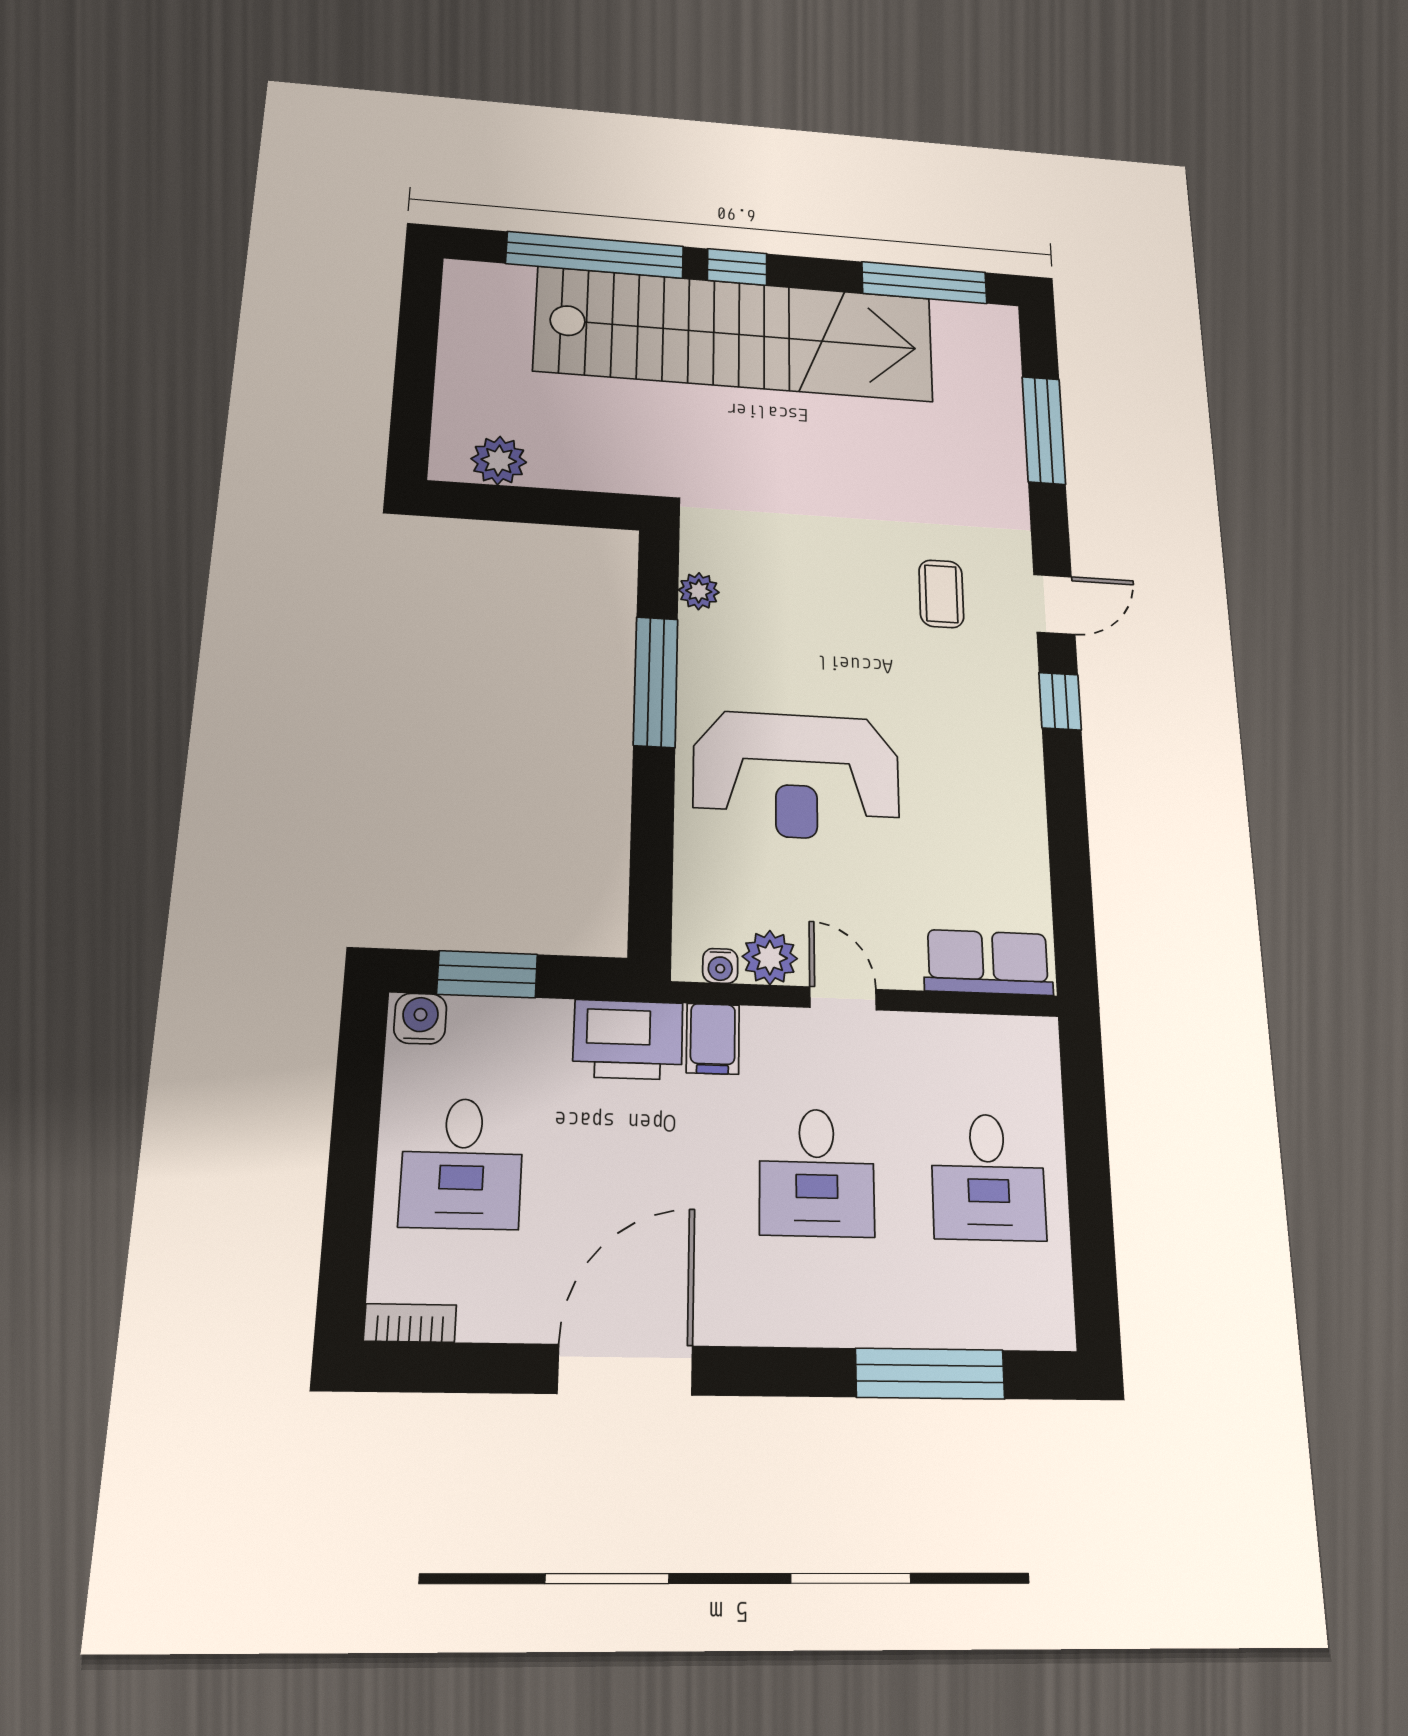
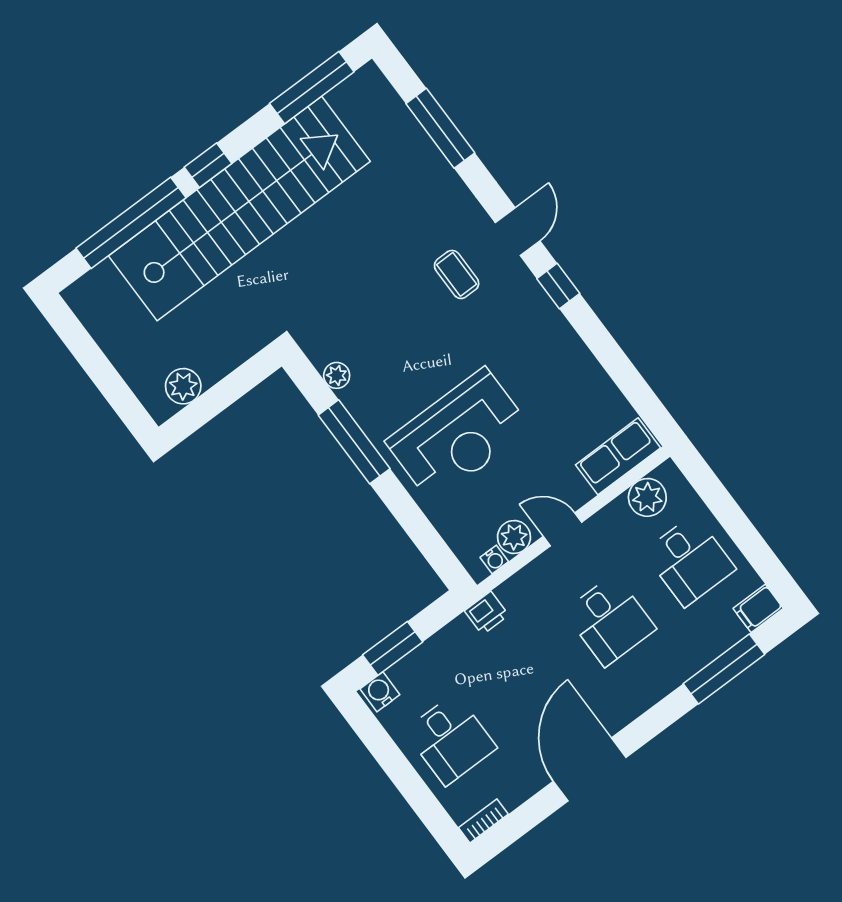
filing cabinet: (713, 1039) -> (758, 608), moved, turned 90
printer: (628, 1040) -> (487, 613), width x0.53, depth x0.68
plant: (990, 1046) -> (647, 497), added

